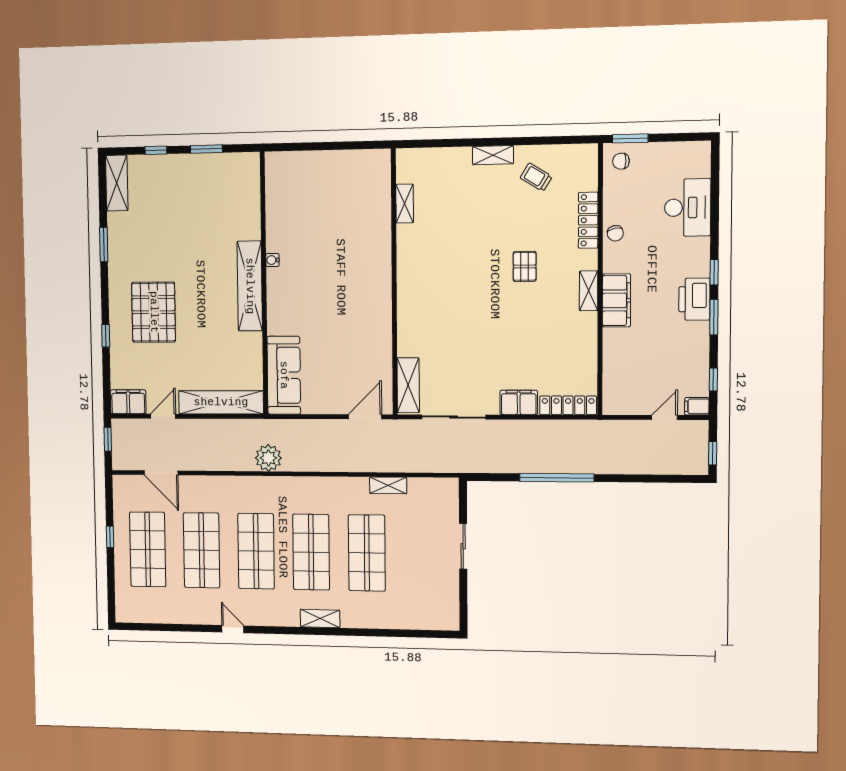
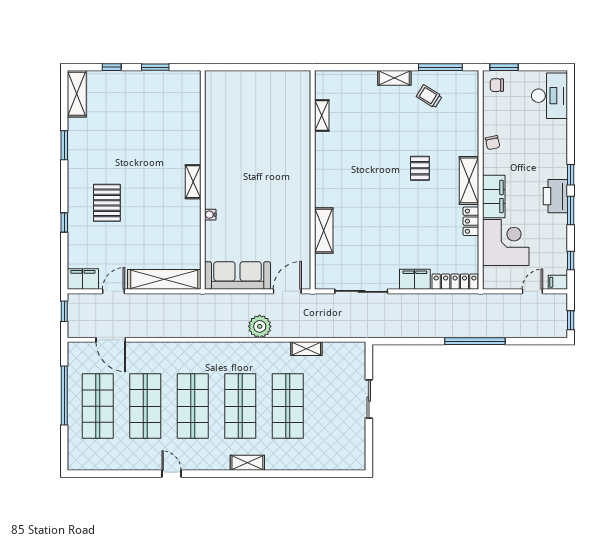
window: (550, 140) -> (440, 67), added
desk: (688, 208) -> (550, 96), moved
locker: (588, 220) -> (471, 221), moved, width x0.66
water cooler: (272, 260) -> (210, 215), moved
shelving: (250, 286) -> (193, 182), width x0.45, depth x0.75
shelving: (589, 291) -> (469, 180), width x1.50, depth x1.33
pallet: (154, 312) -> (107, 203), width x0.73, depth x0.71
corner desk: (631, 357) -> (506, 242), added
sofa: (284, 375) -> (238, 275), moved, turned -90
shelving: (408, 385) -> (324, 230), moved
plant: (268, 458) -> (260, 326), moved
window: (557, 478) -> (475, 341), moved
window: (110, 537) -> (64, 396), width x3.17

